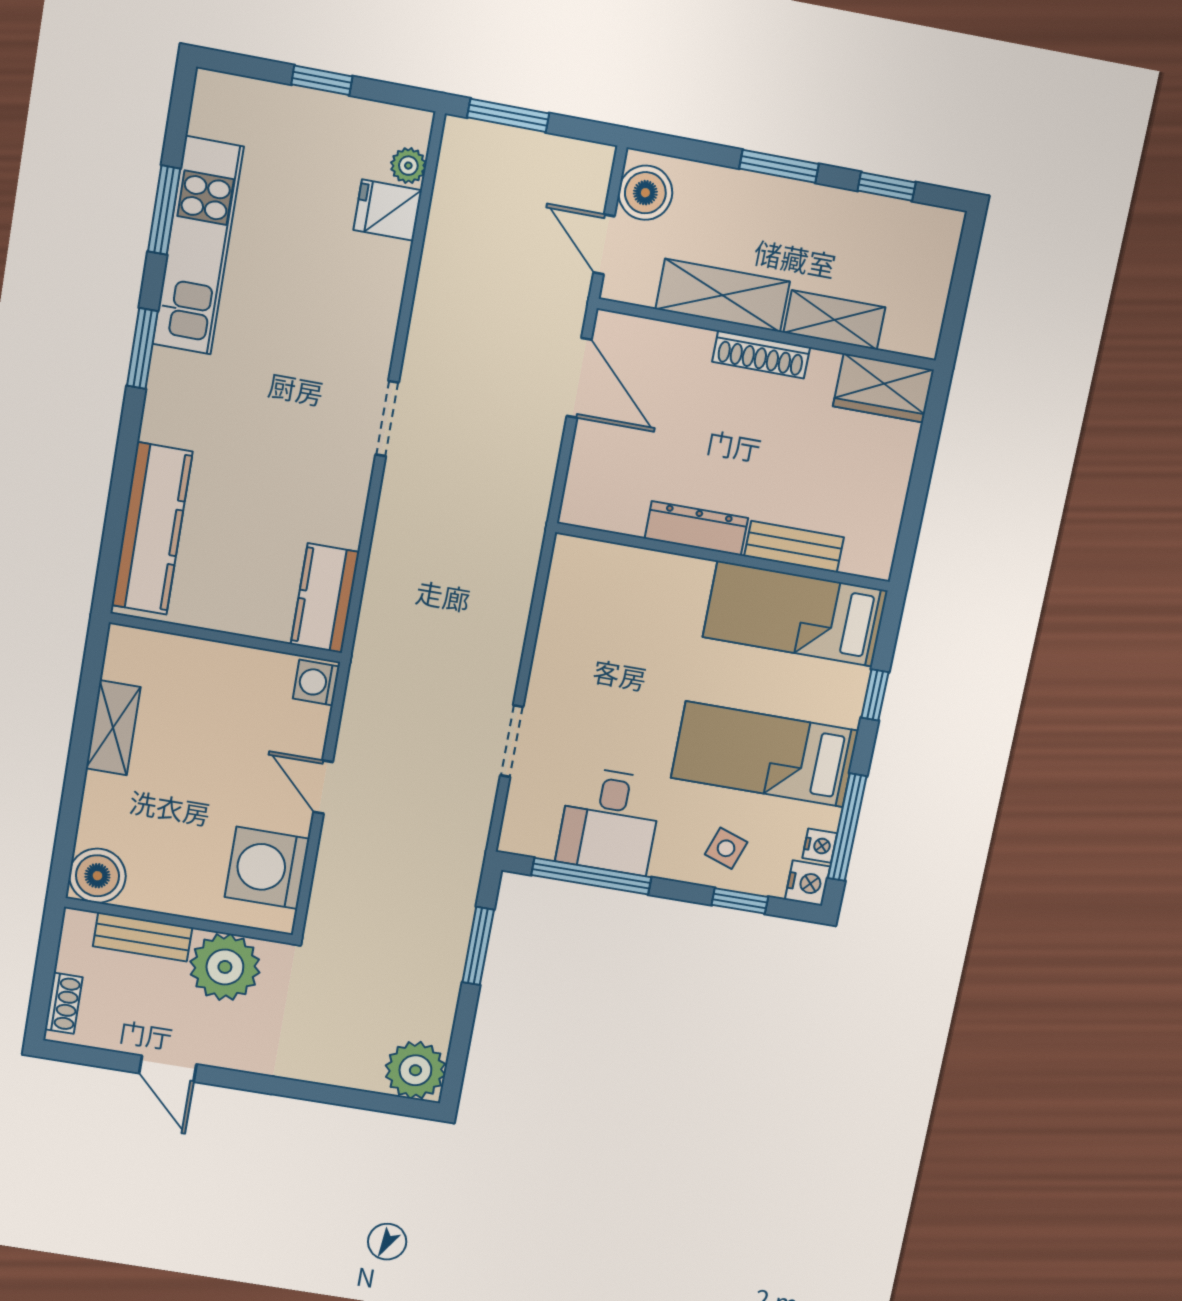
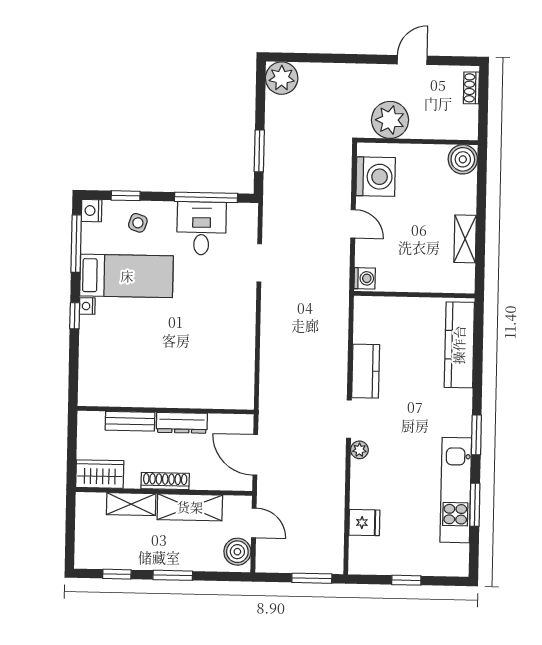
plant: (408, 166) -> (359, 450), moved
dresser: (696, 528) -> (182, 423), moved
bench: (794, 547) -> (130, 421), moved
wall: (723, 557) -> (166, 410), moved
kitchen counter: (325, 598) -> (366, 371), moved
bed: (795, 614) -> (124, 352), removed
nightstand: (820, 846) -> (87, 306), moved
bench: (143, 937) -> (435, 130), removed
door: (168, 1069) -> (412, 60), hinge flipped

